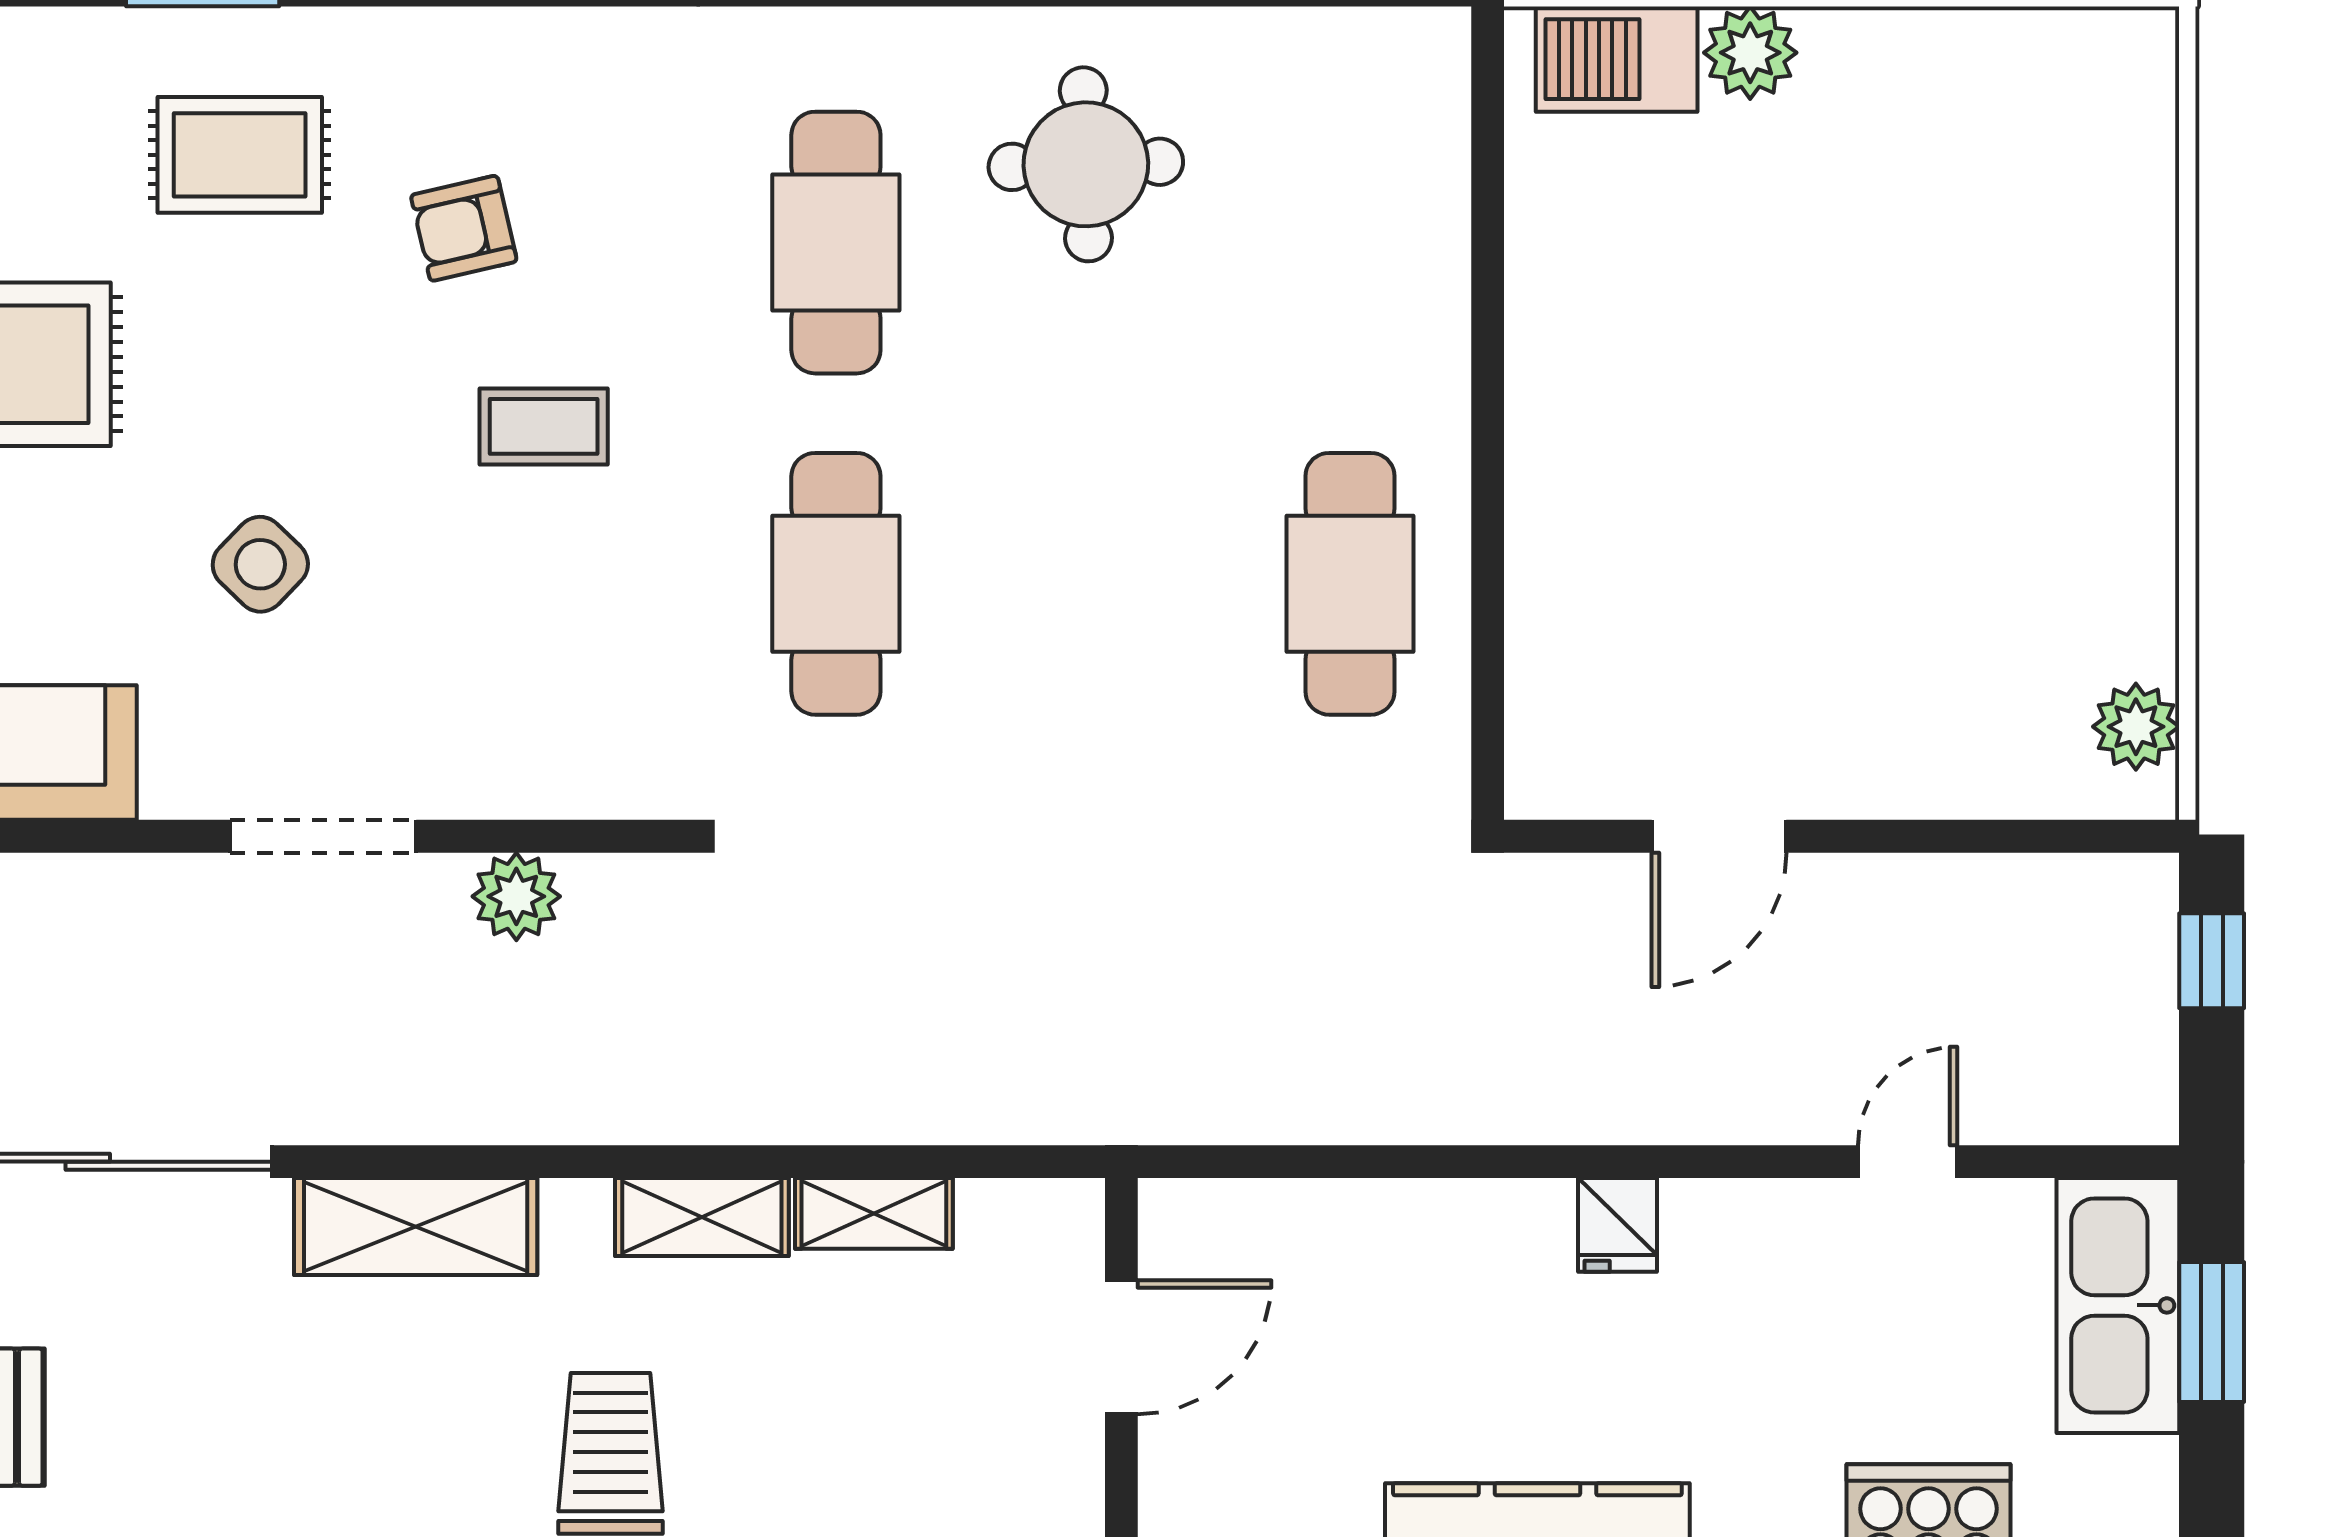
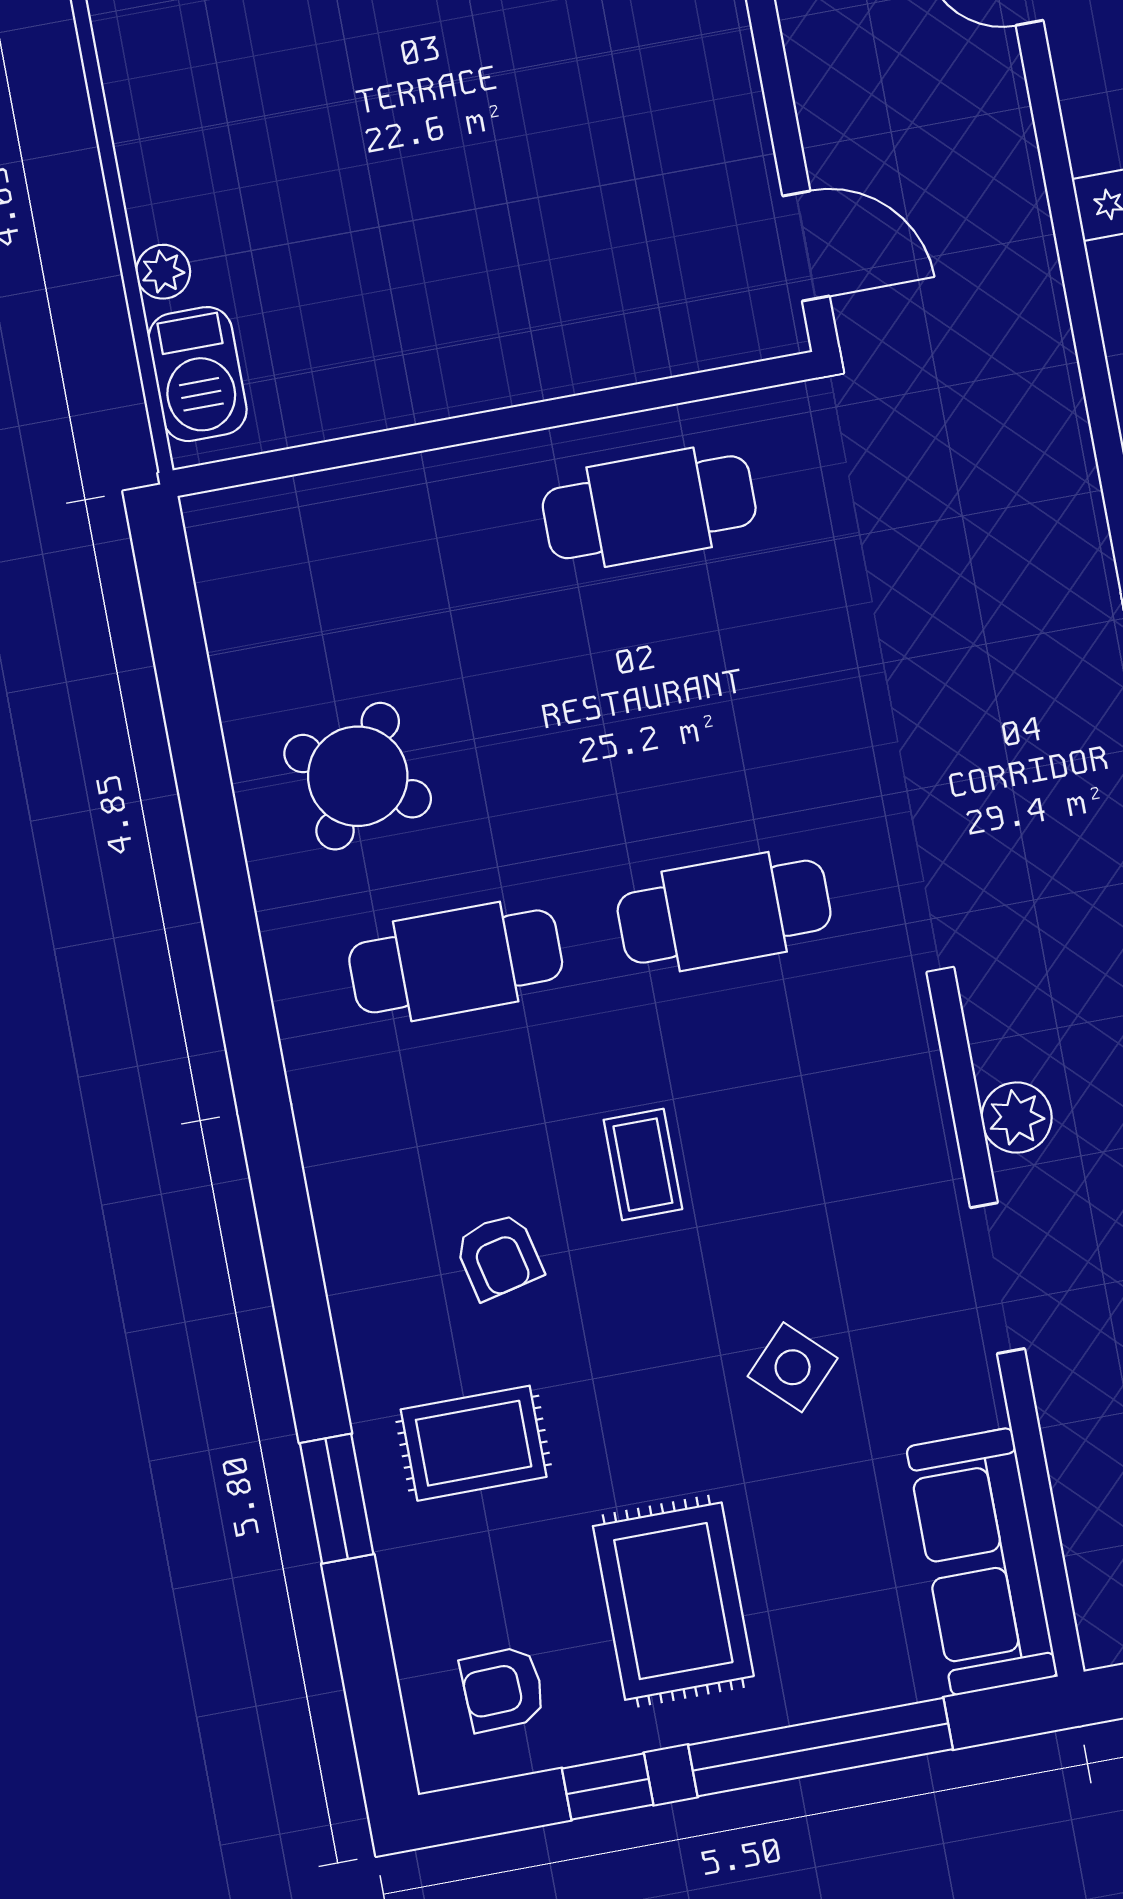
plant: (1750, 53) -> (163, 272), width x0.73, depth x0.73
rug: (240, 155) -> (474, 1443), turned 90
round table: (1086, 164) -> (358, 776), turned 35
door: (1719, 836) -> (806, 246), moved

